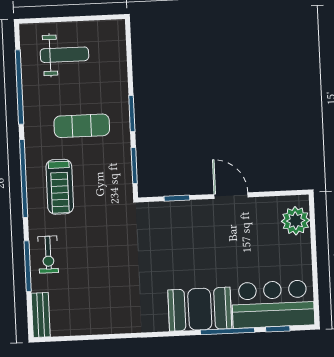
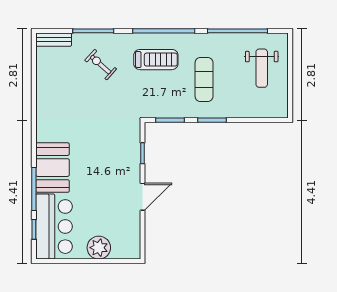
treadmill: (60, 187) -> (156, 60), turned 180
plant: (296, 221) -> (99, 248), moved
exercise bike: (48, 255) -> (101, 65), moved, turned 42

